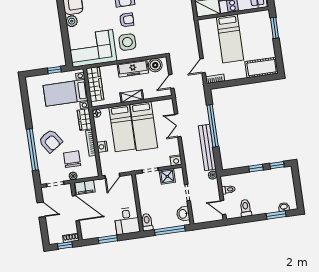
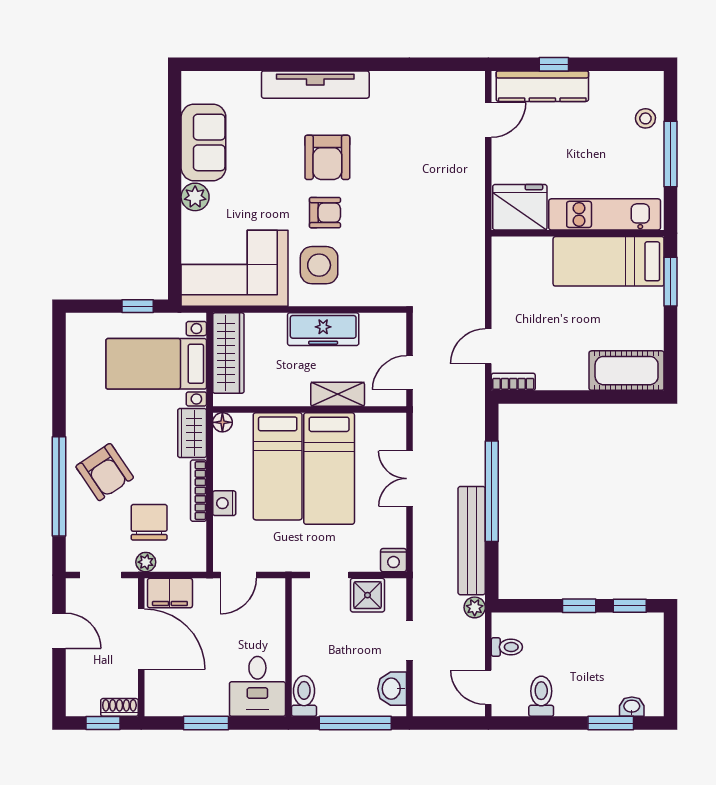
bed: (230, 39) -> (609, 261), moved, turned 90
boiler: (155, 65) -> (377, 329), removed
shelving: (132, 96) -> (338, 394), moved

